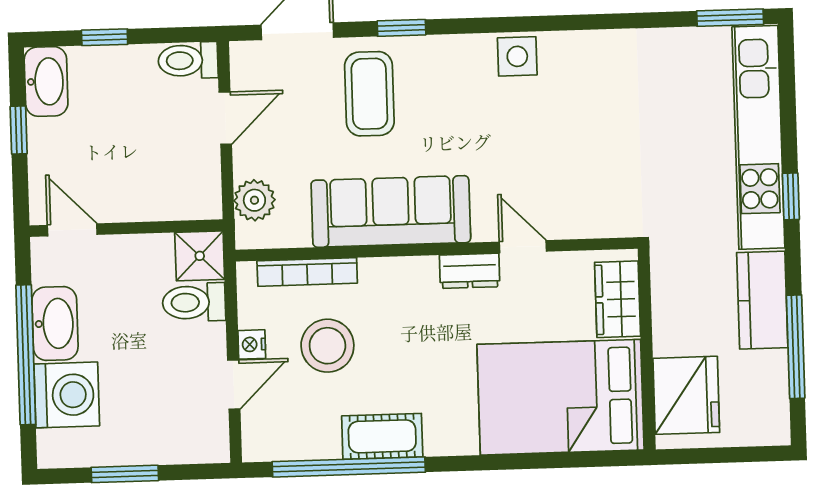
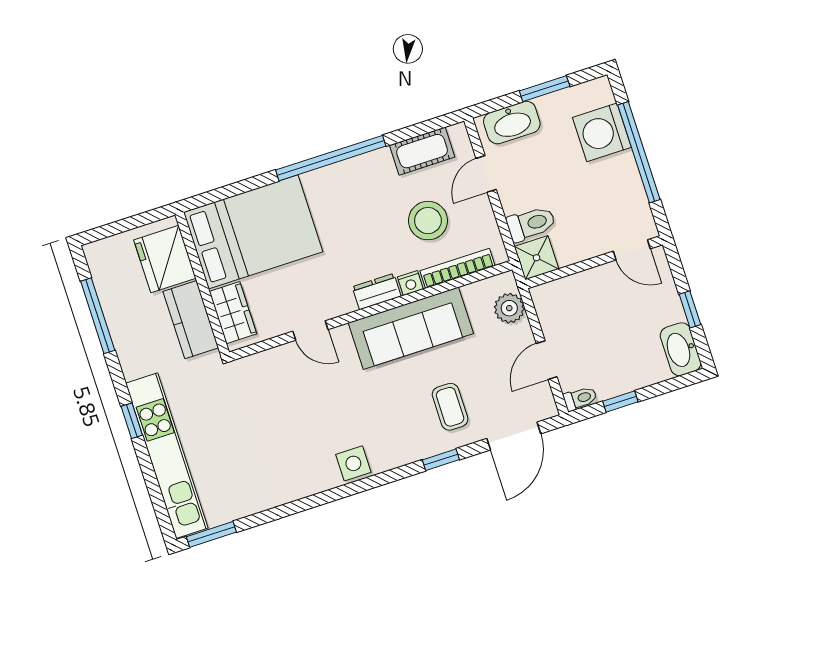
window: (105, 37) -> (620, 401), moved
toilet: (188, 60) -> (580, 398), width x0.73, depth x0.72
coffee table: (369, 94) -> (450, 407), width x0.73, depth x0.77
dresser: (470, 271) -> (377, 292), moved
kitchen counter: (762, 300) -> (191, 320), moved, turned 180
washbasin: (55, 324) -> (512, 123), moved, turned -90
nightstand: (252, 344) -> (410, 283), moved, turned 90
cot: (382, 436) -> (422, 151), moved
window: (349, 467) -> (331, 158), moved

